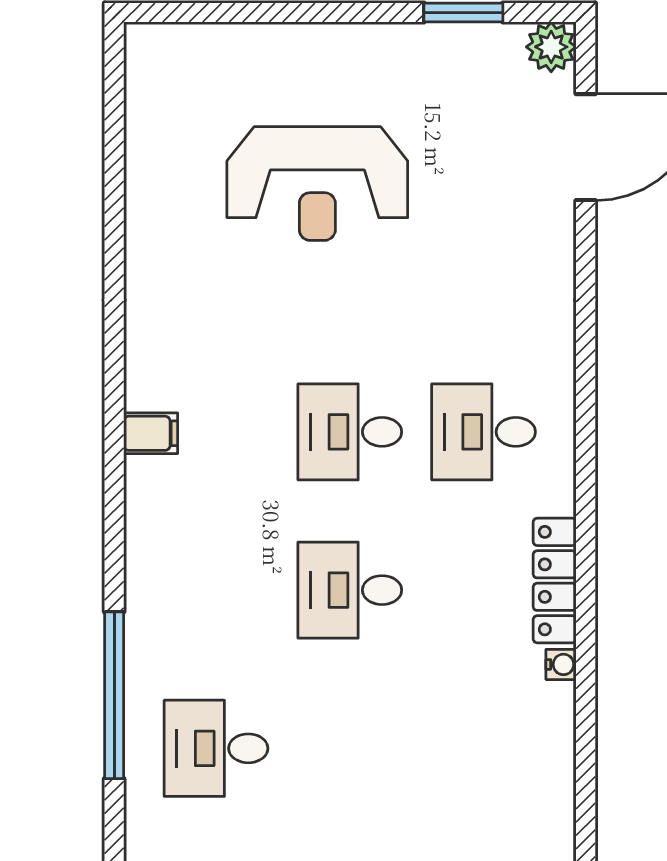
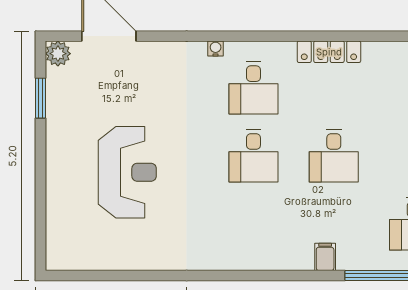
filing cabinet: (151, 433) -> (325, 257), moved
water cooler: (561, 664) -> (216, 49), moved

